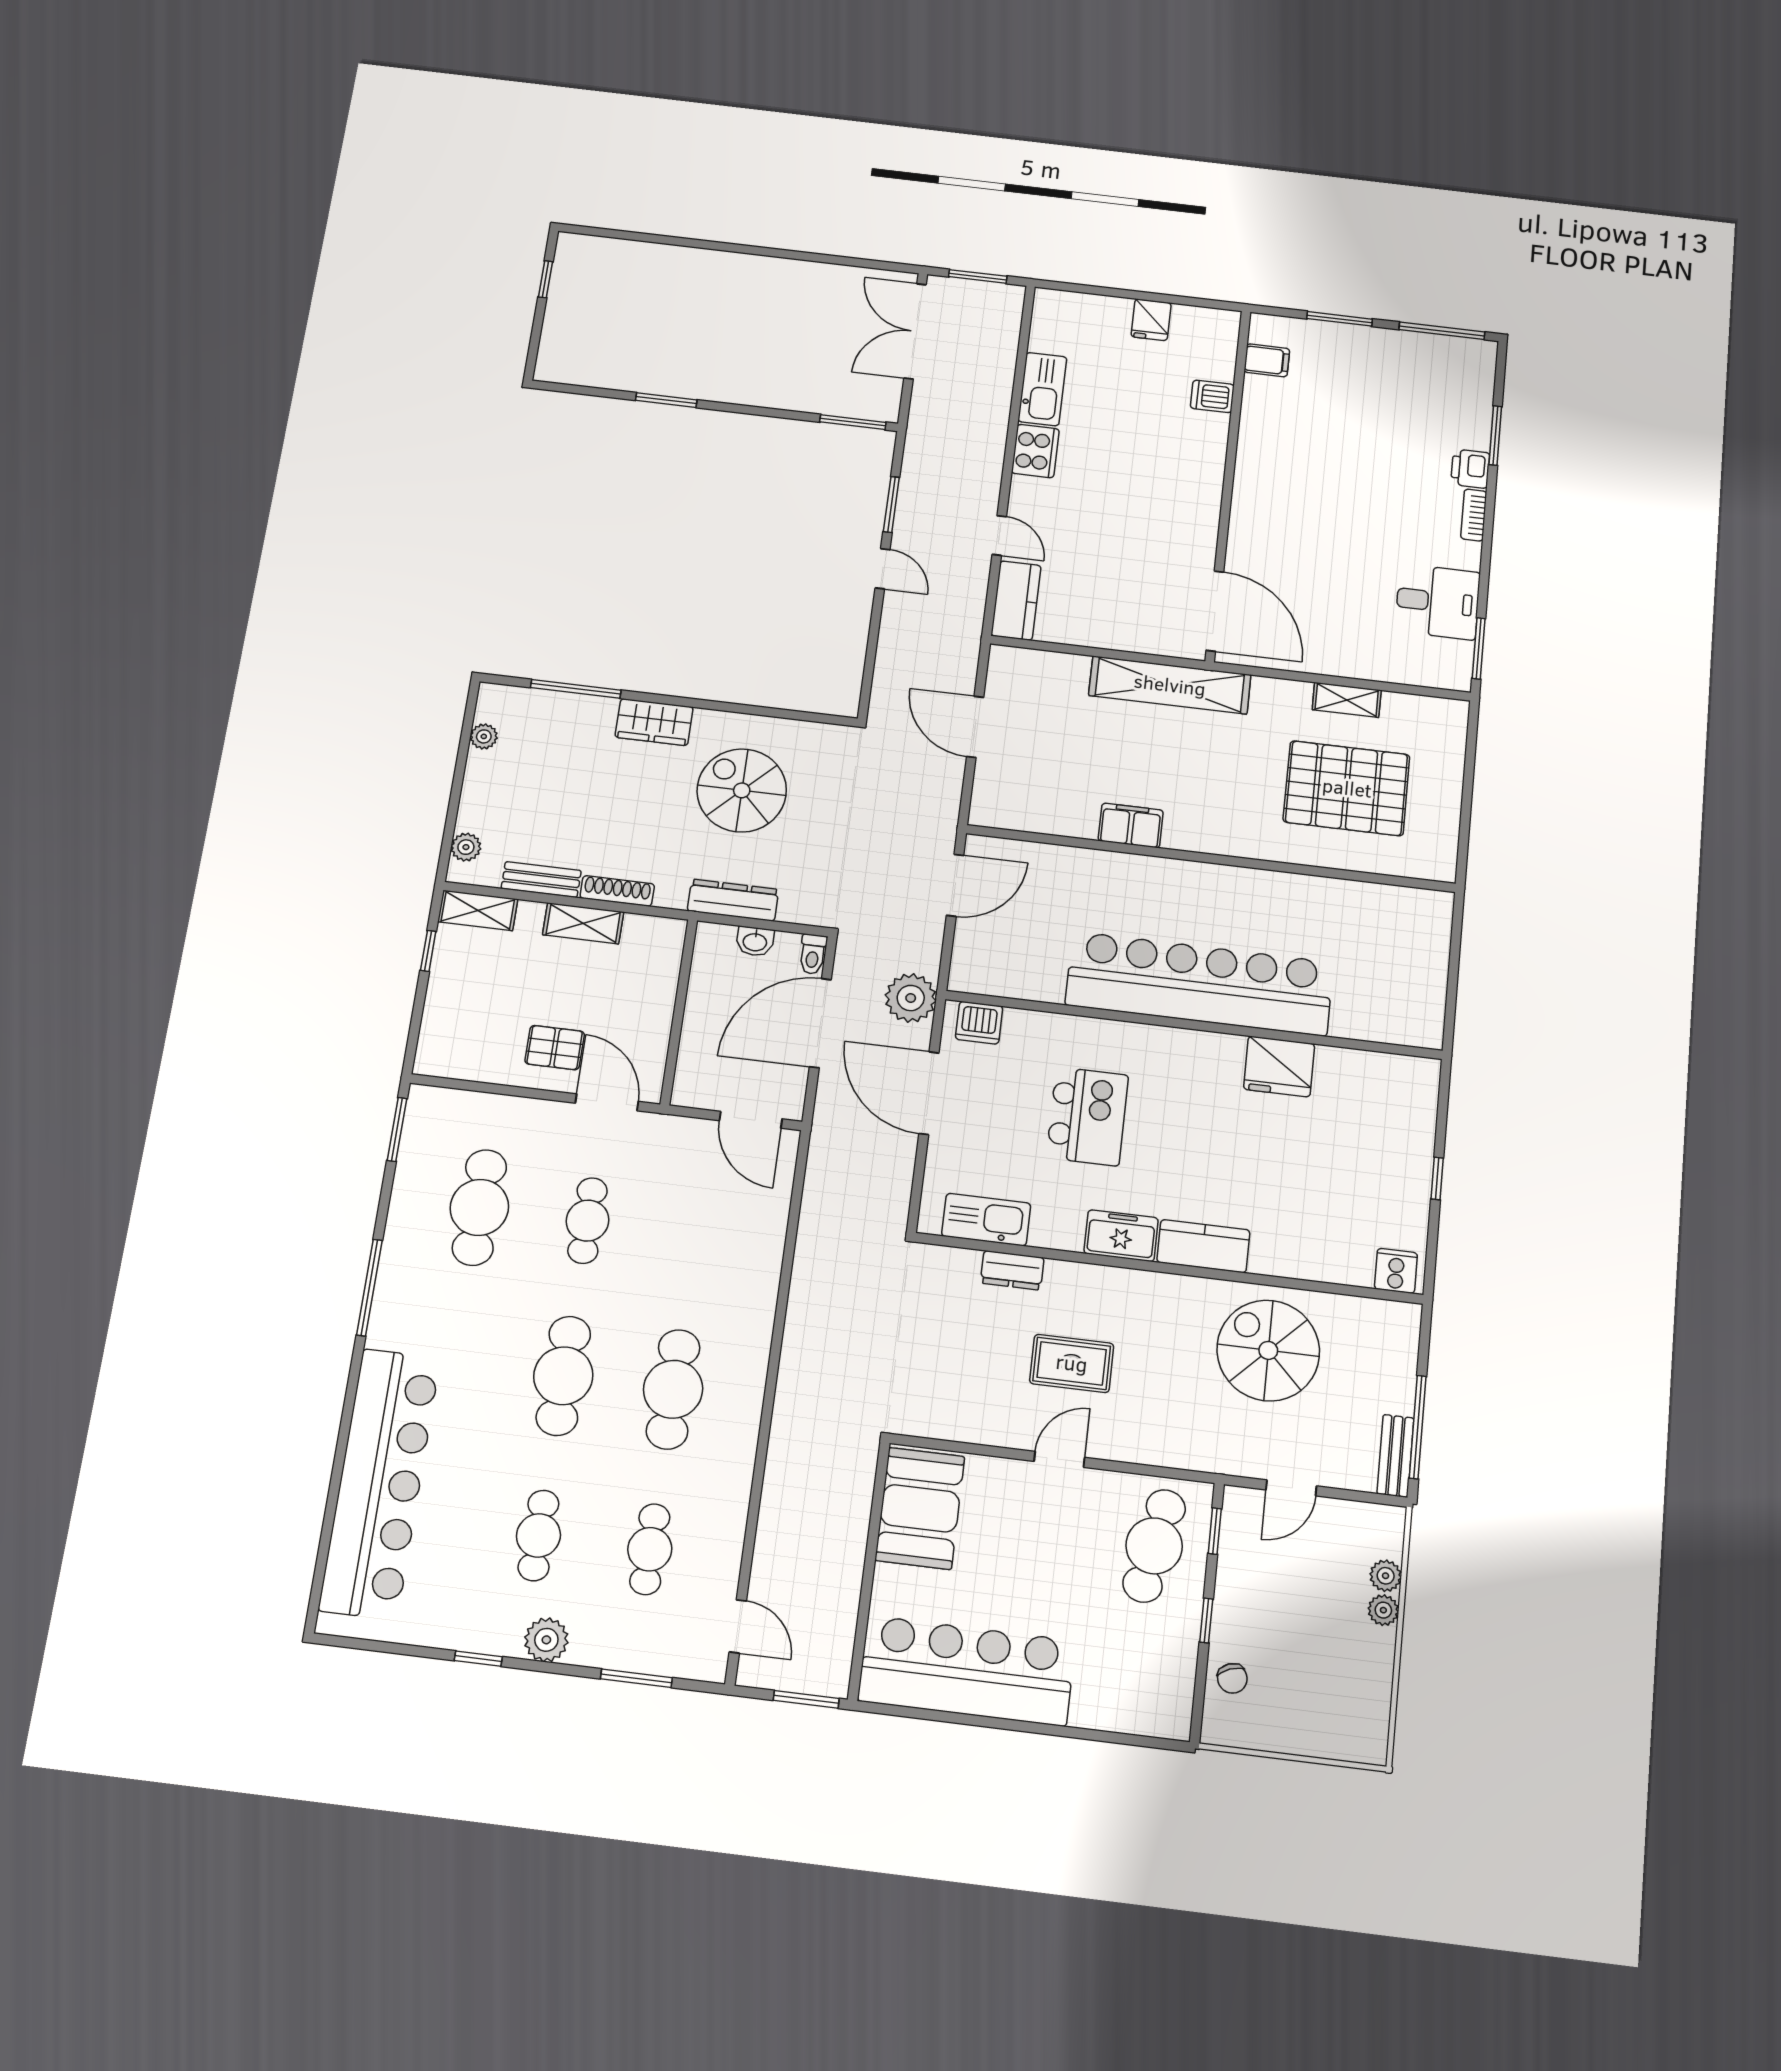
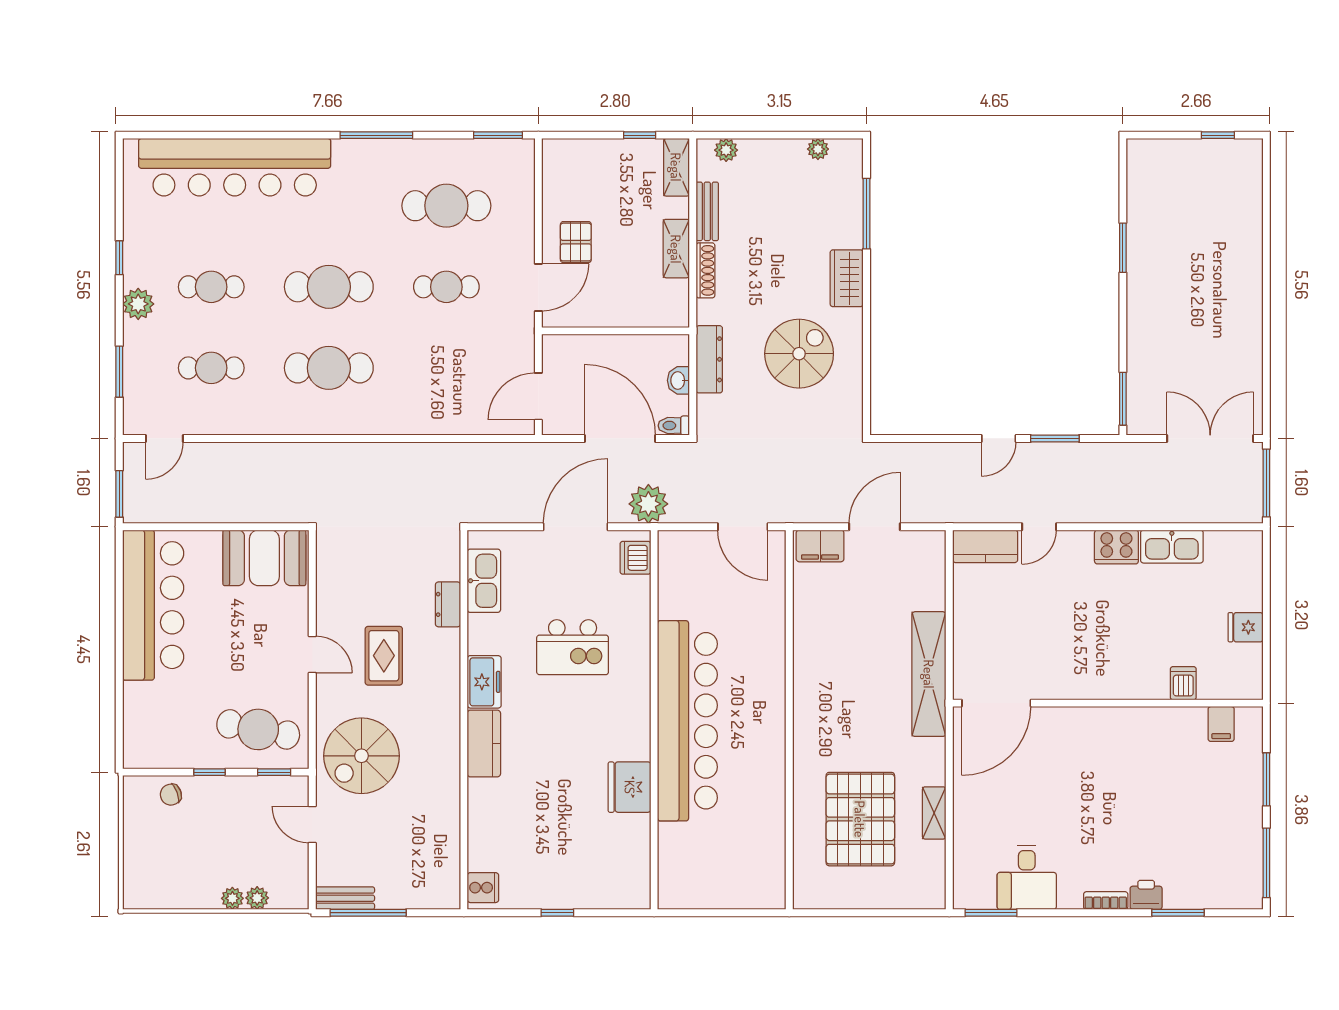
window: (978, 276) -> (1266, 483), width x1.44
filing cabinet: (1131, 825) -> (820, 546), moved, turned 90
spiral stairs: (1268, 1350) -> (361, 756), moved, turned 180

